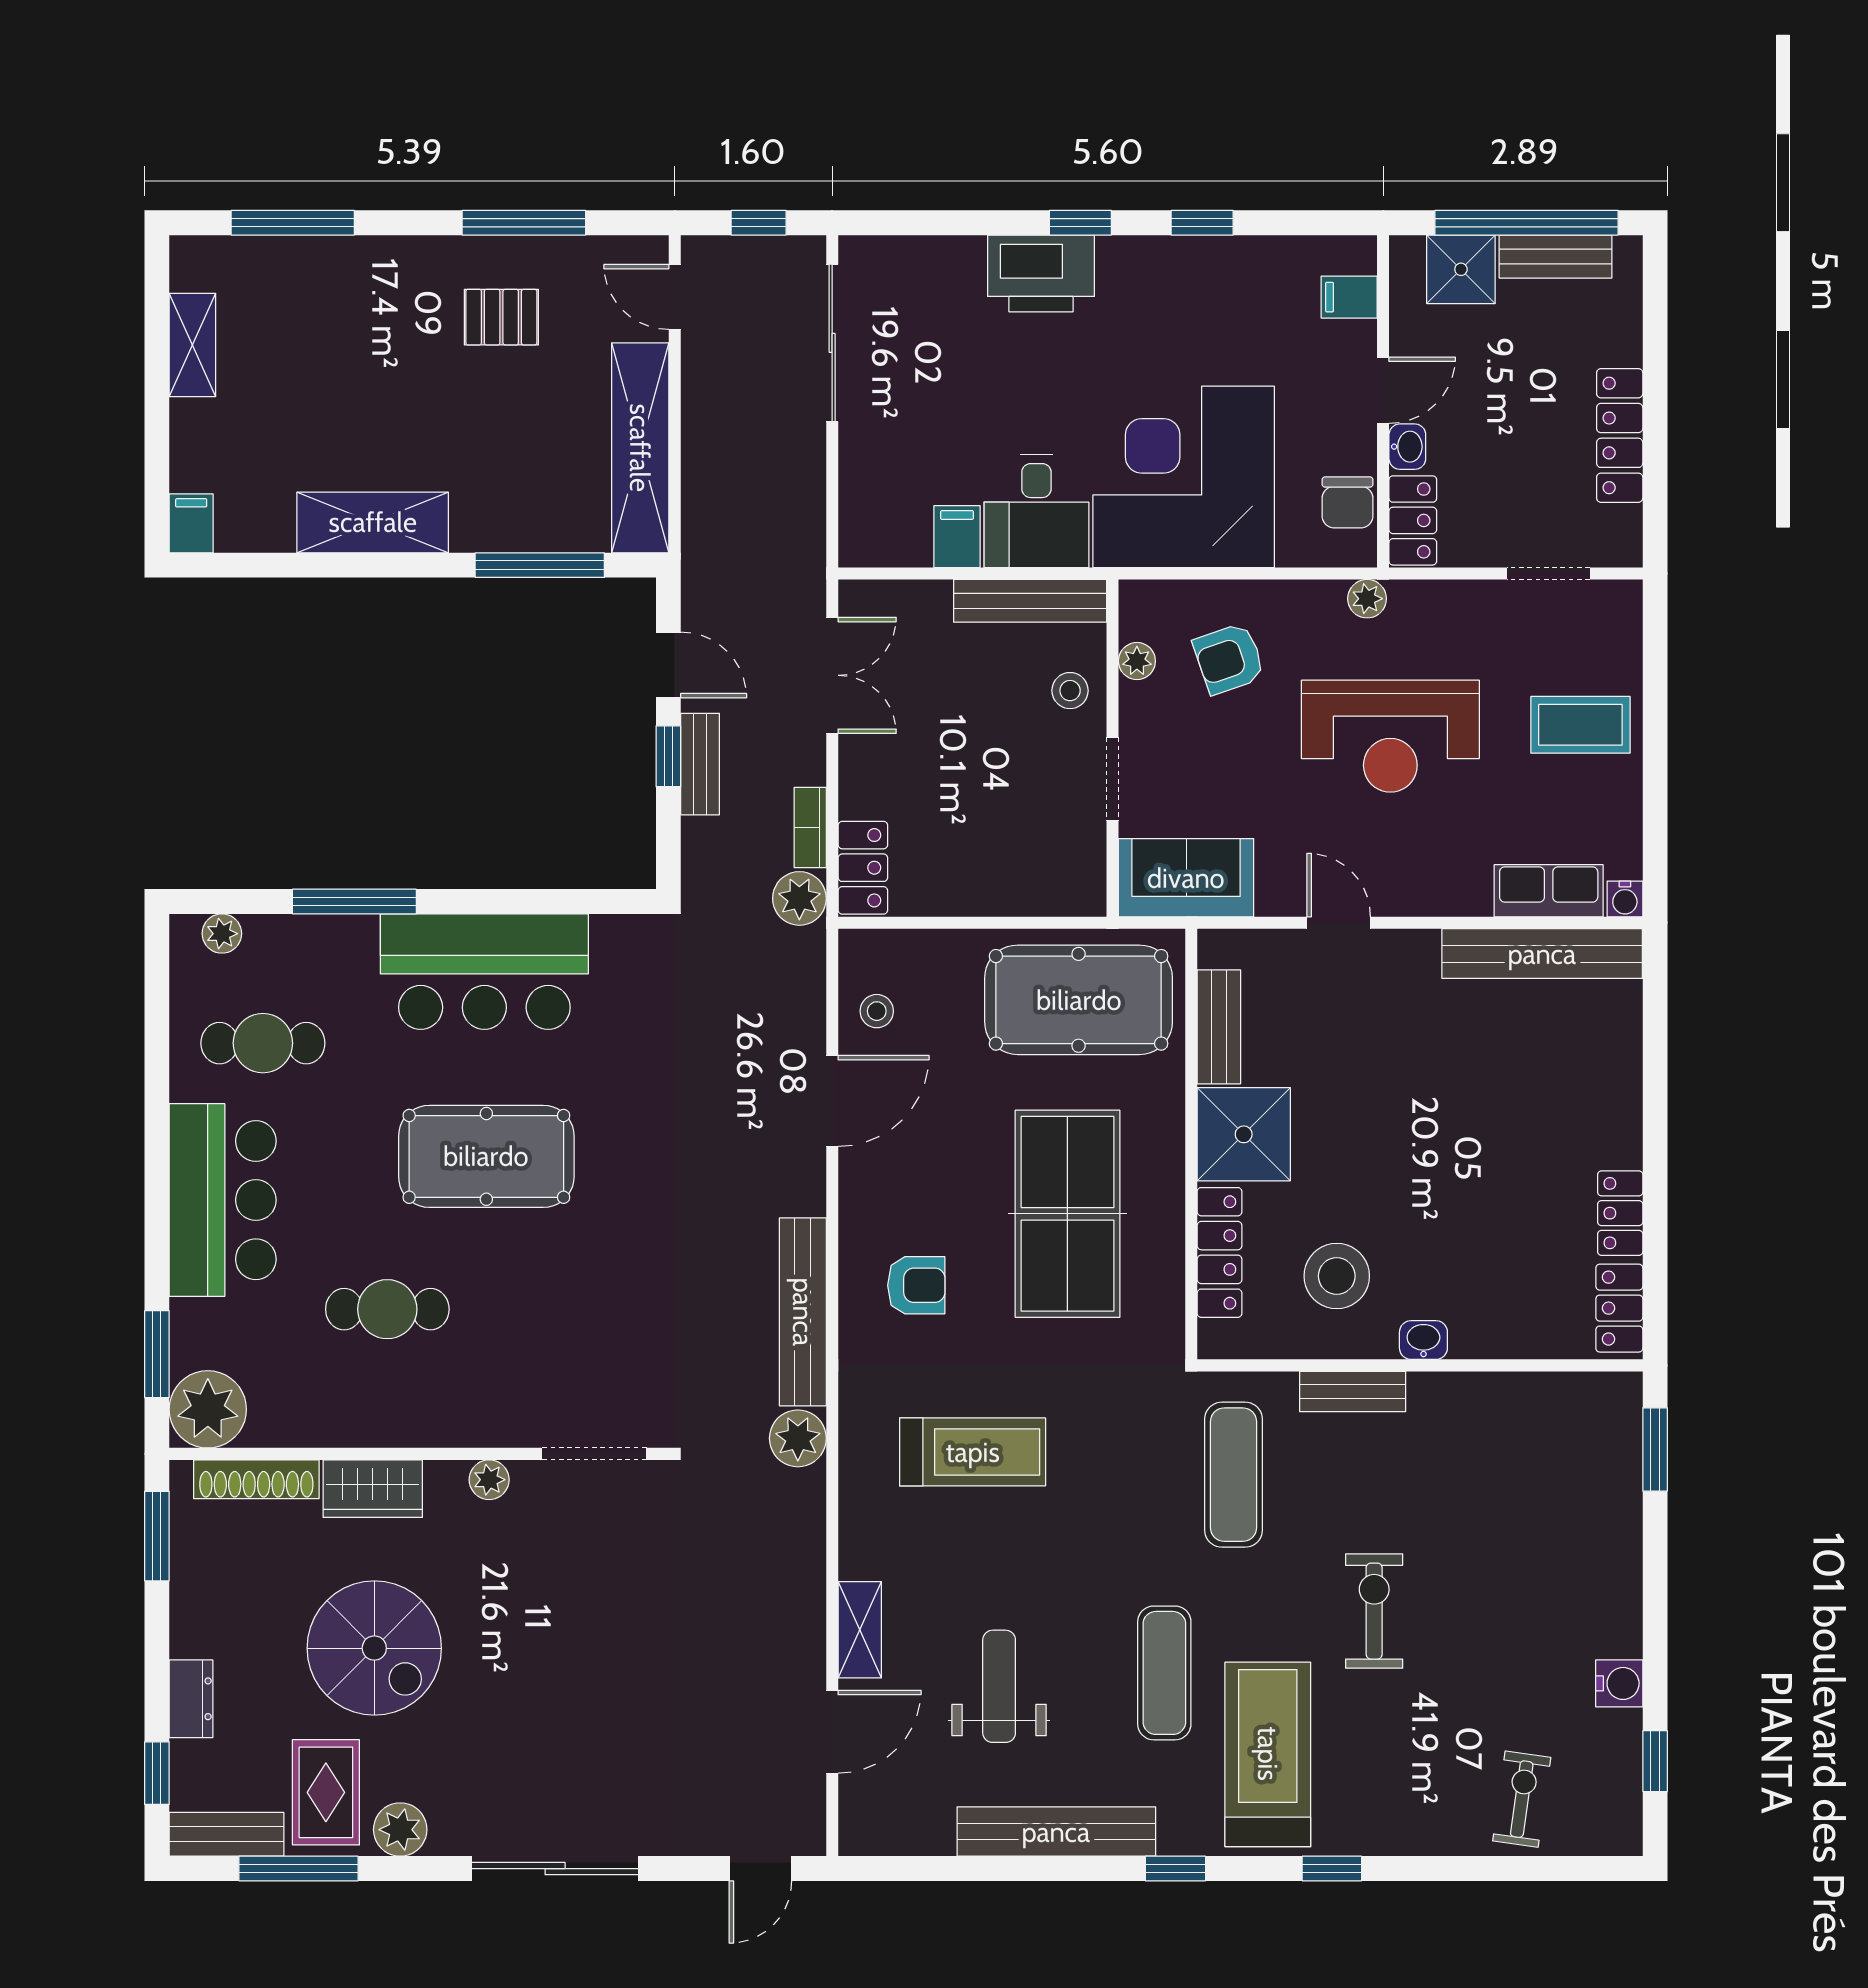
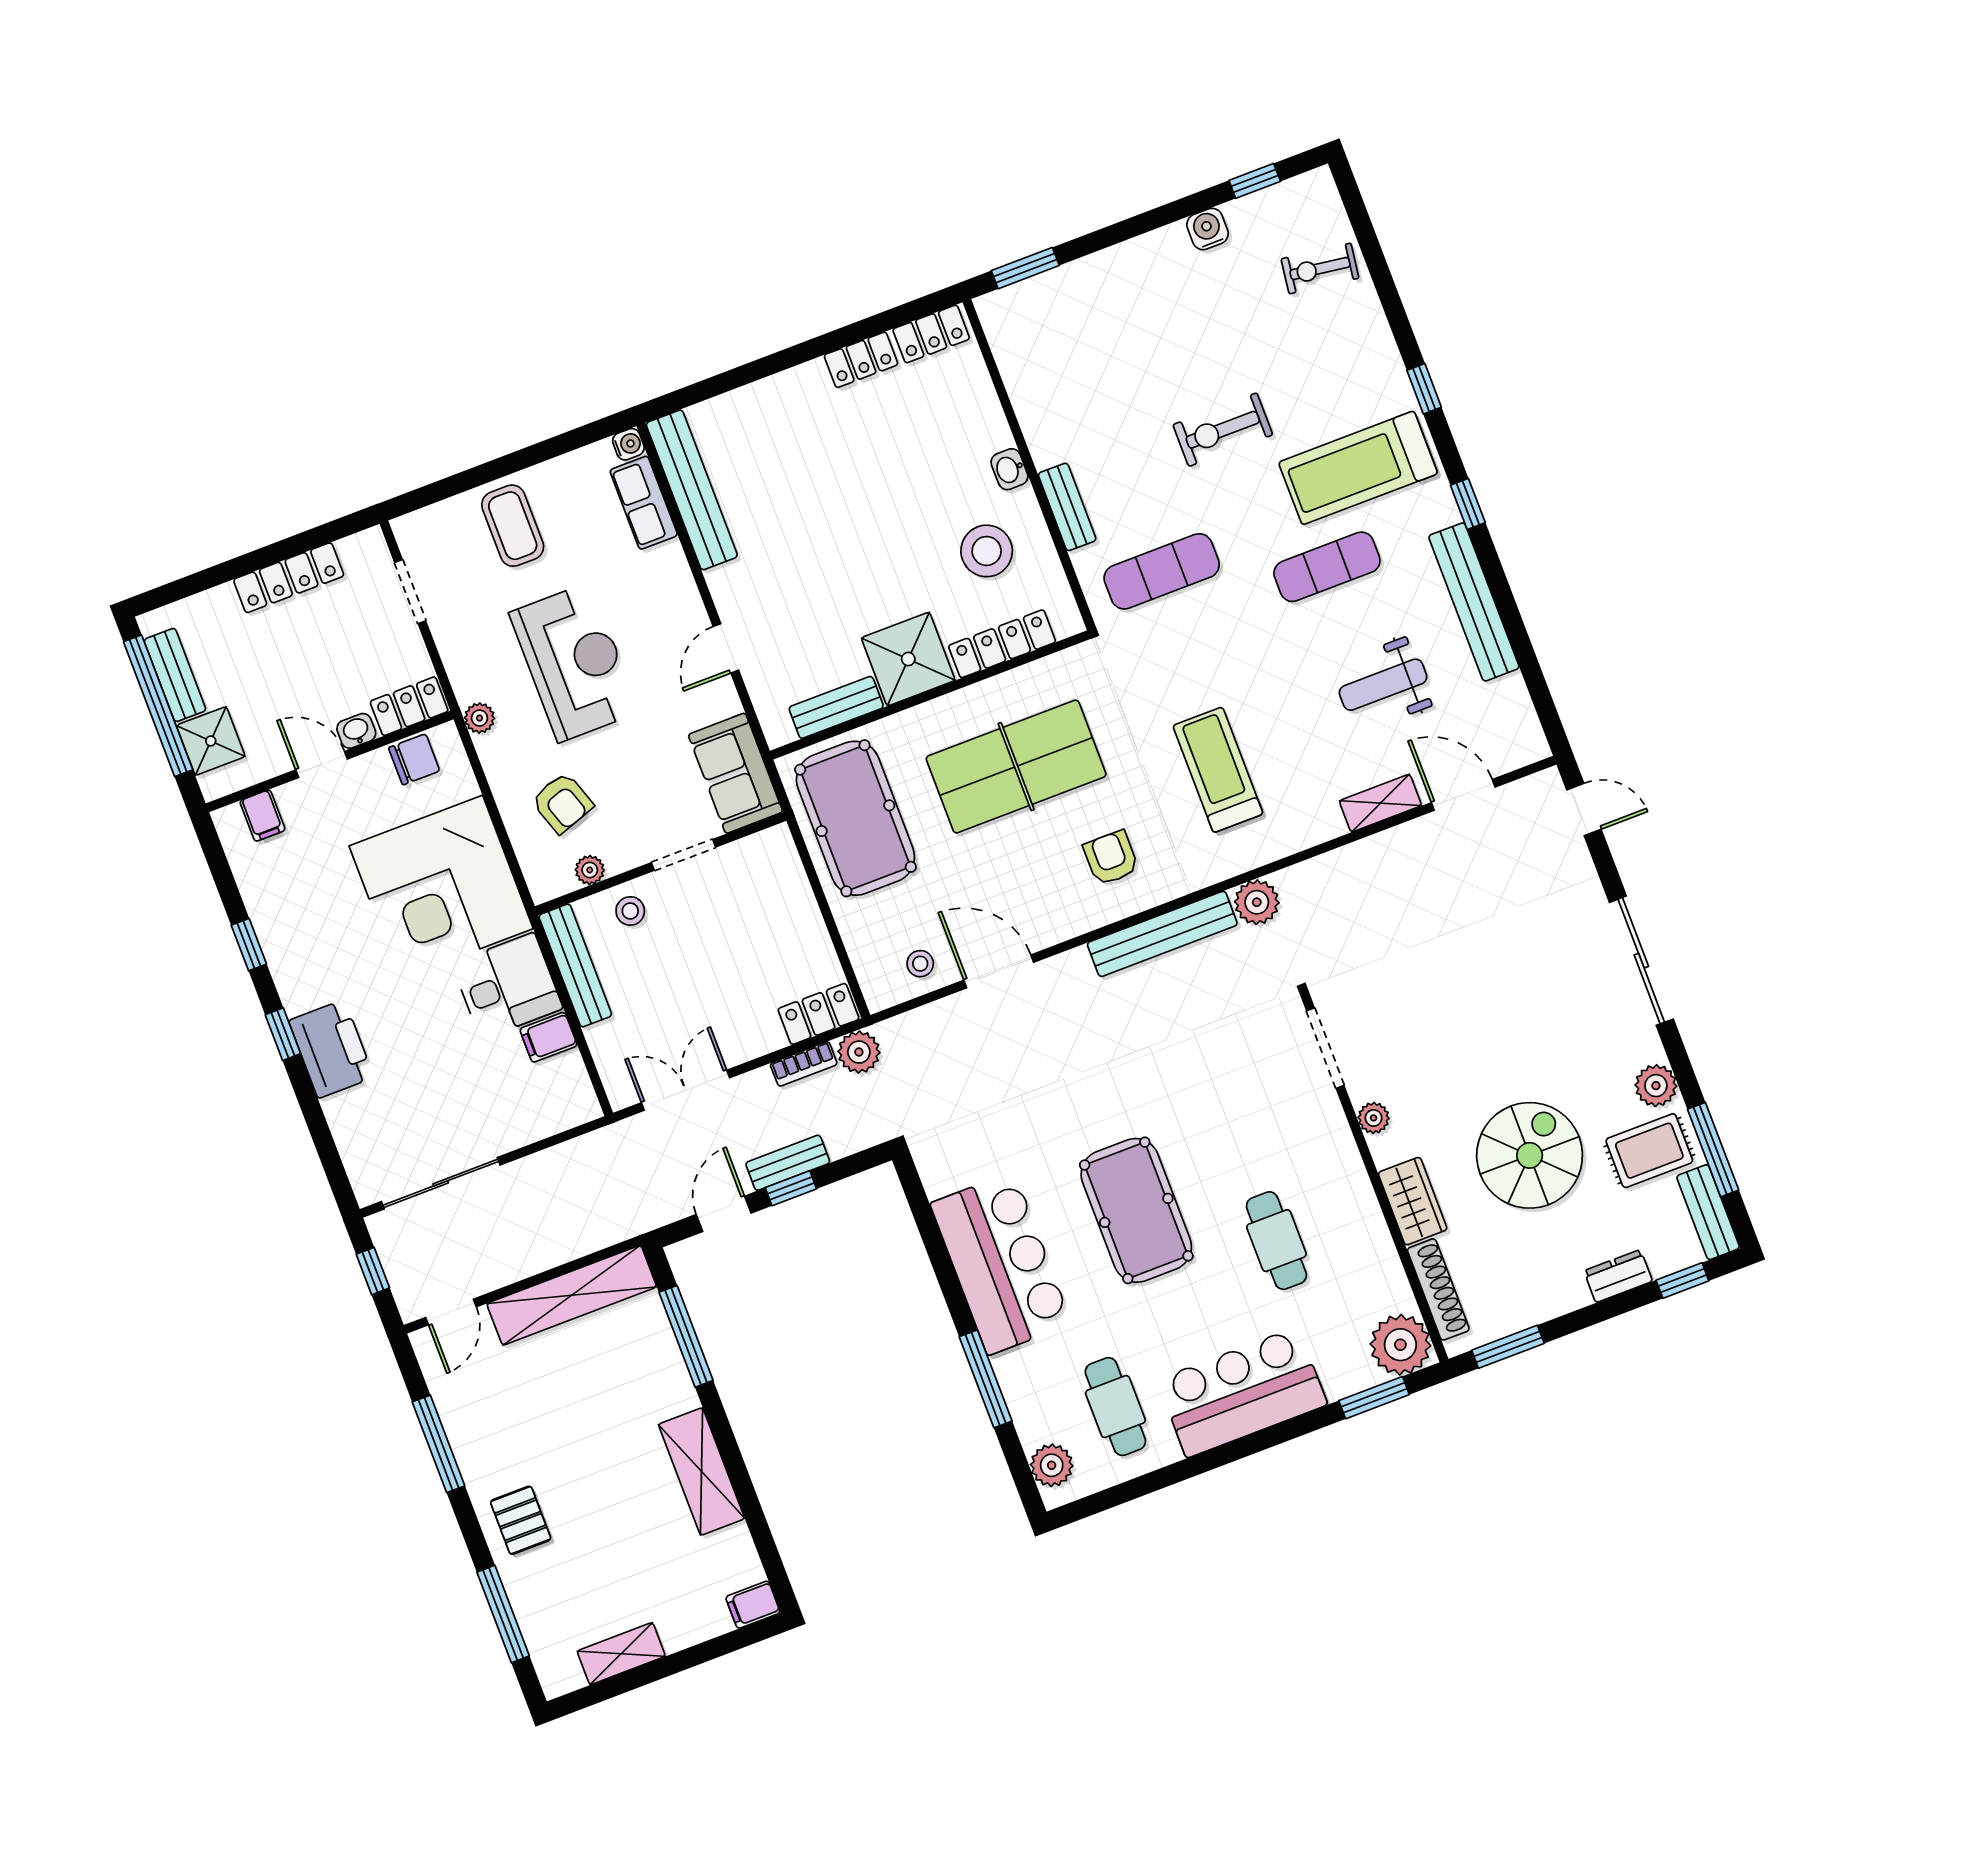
pallet: (501, 317) -> (521, 1520), moved
plant: (222, 934) -> (1052, 1465), width x1.38, depth x1.38

